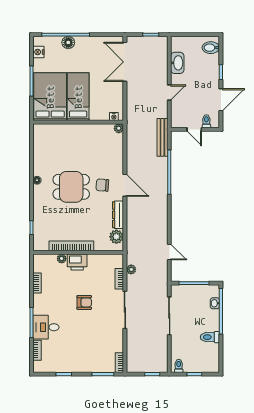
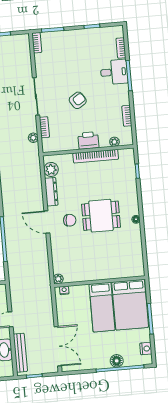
bench: (162, 137) -> (20, 353), moved
plant: (62, 259) -> (114, 142), moved
armchair: (84, 302) -> (78, 100), turned 147

